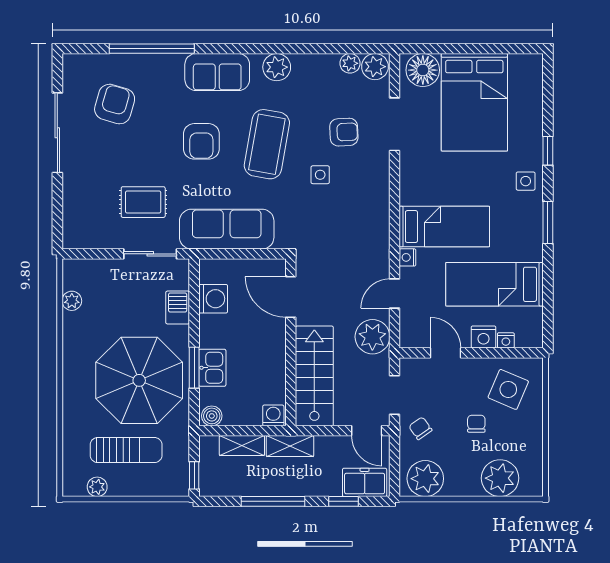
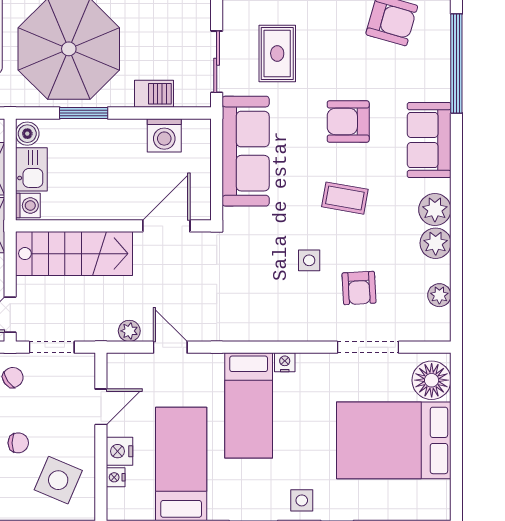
plant: (375, 67) -> (436, 243), moved
coffee table: (267, 144) -> (345, 198), width x0.54, depth x0.58
nightstand: (407, 257) -> (285, 362), moved
plant: (372, 337) -> (129, 331), width x0.53, depth x0.53
kitchen sink: (212, 368) -> (31, 169), moved, turned -90

